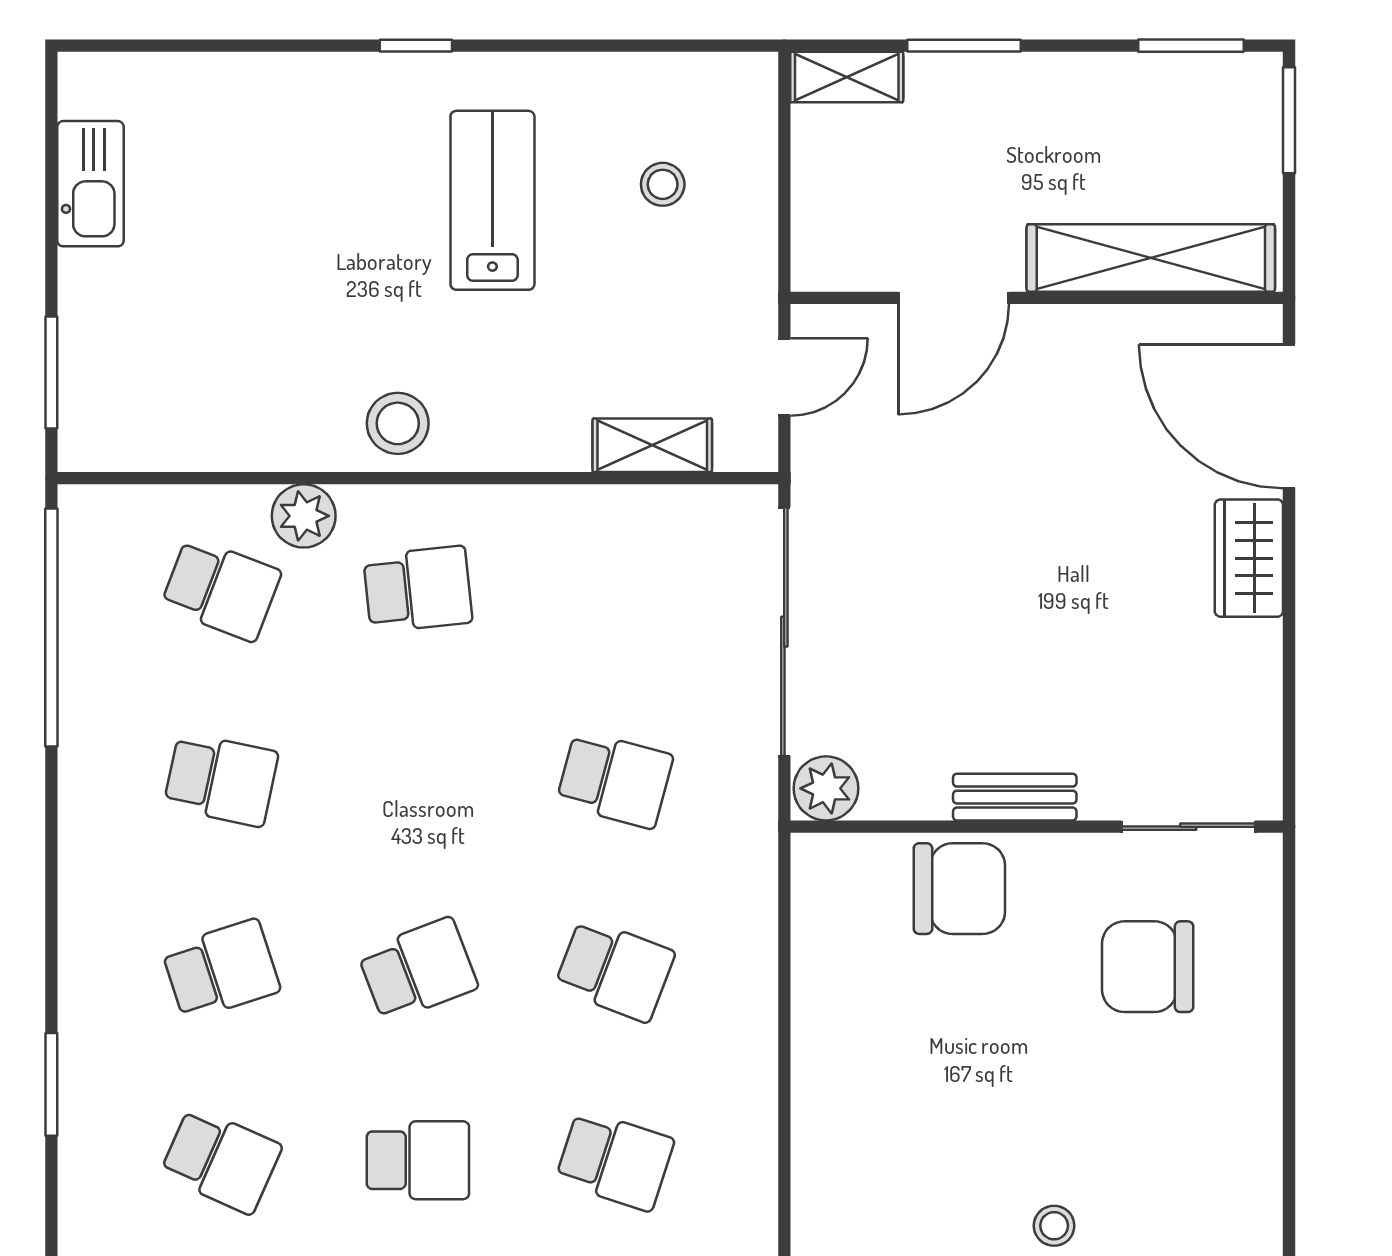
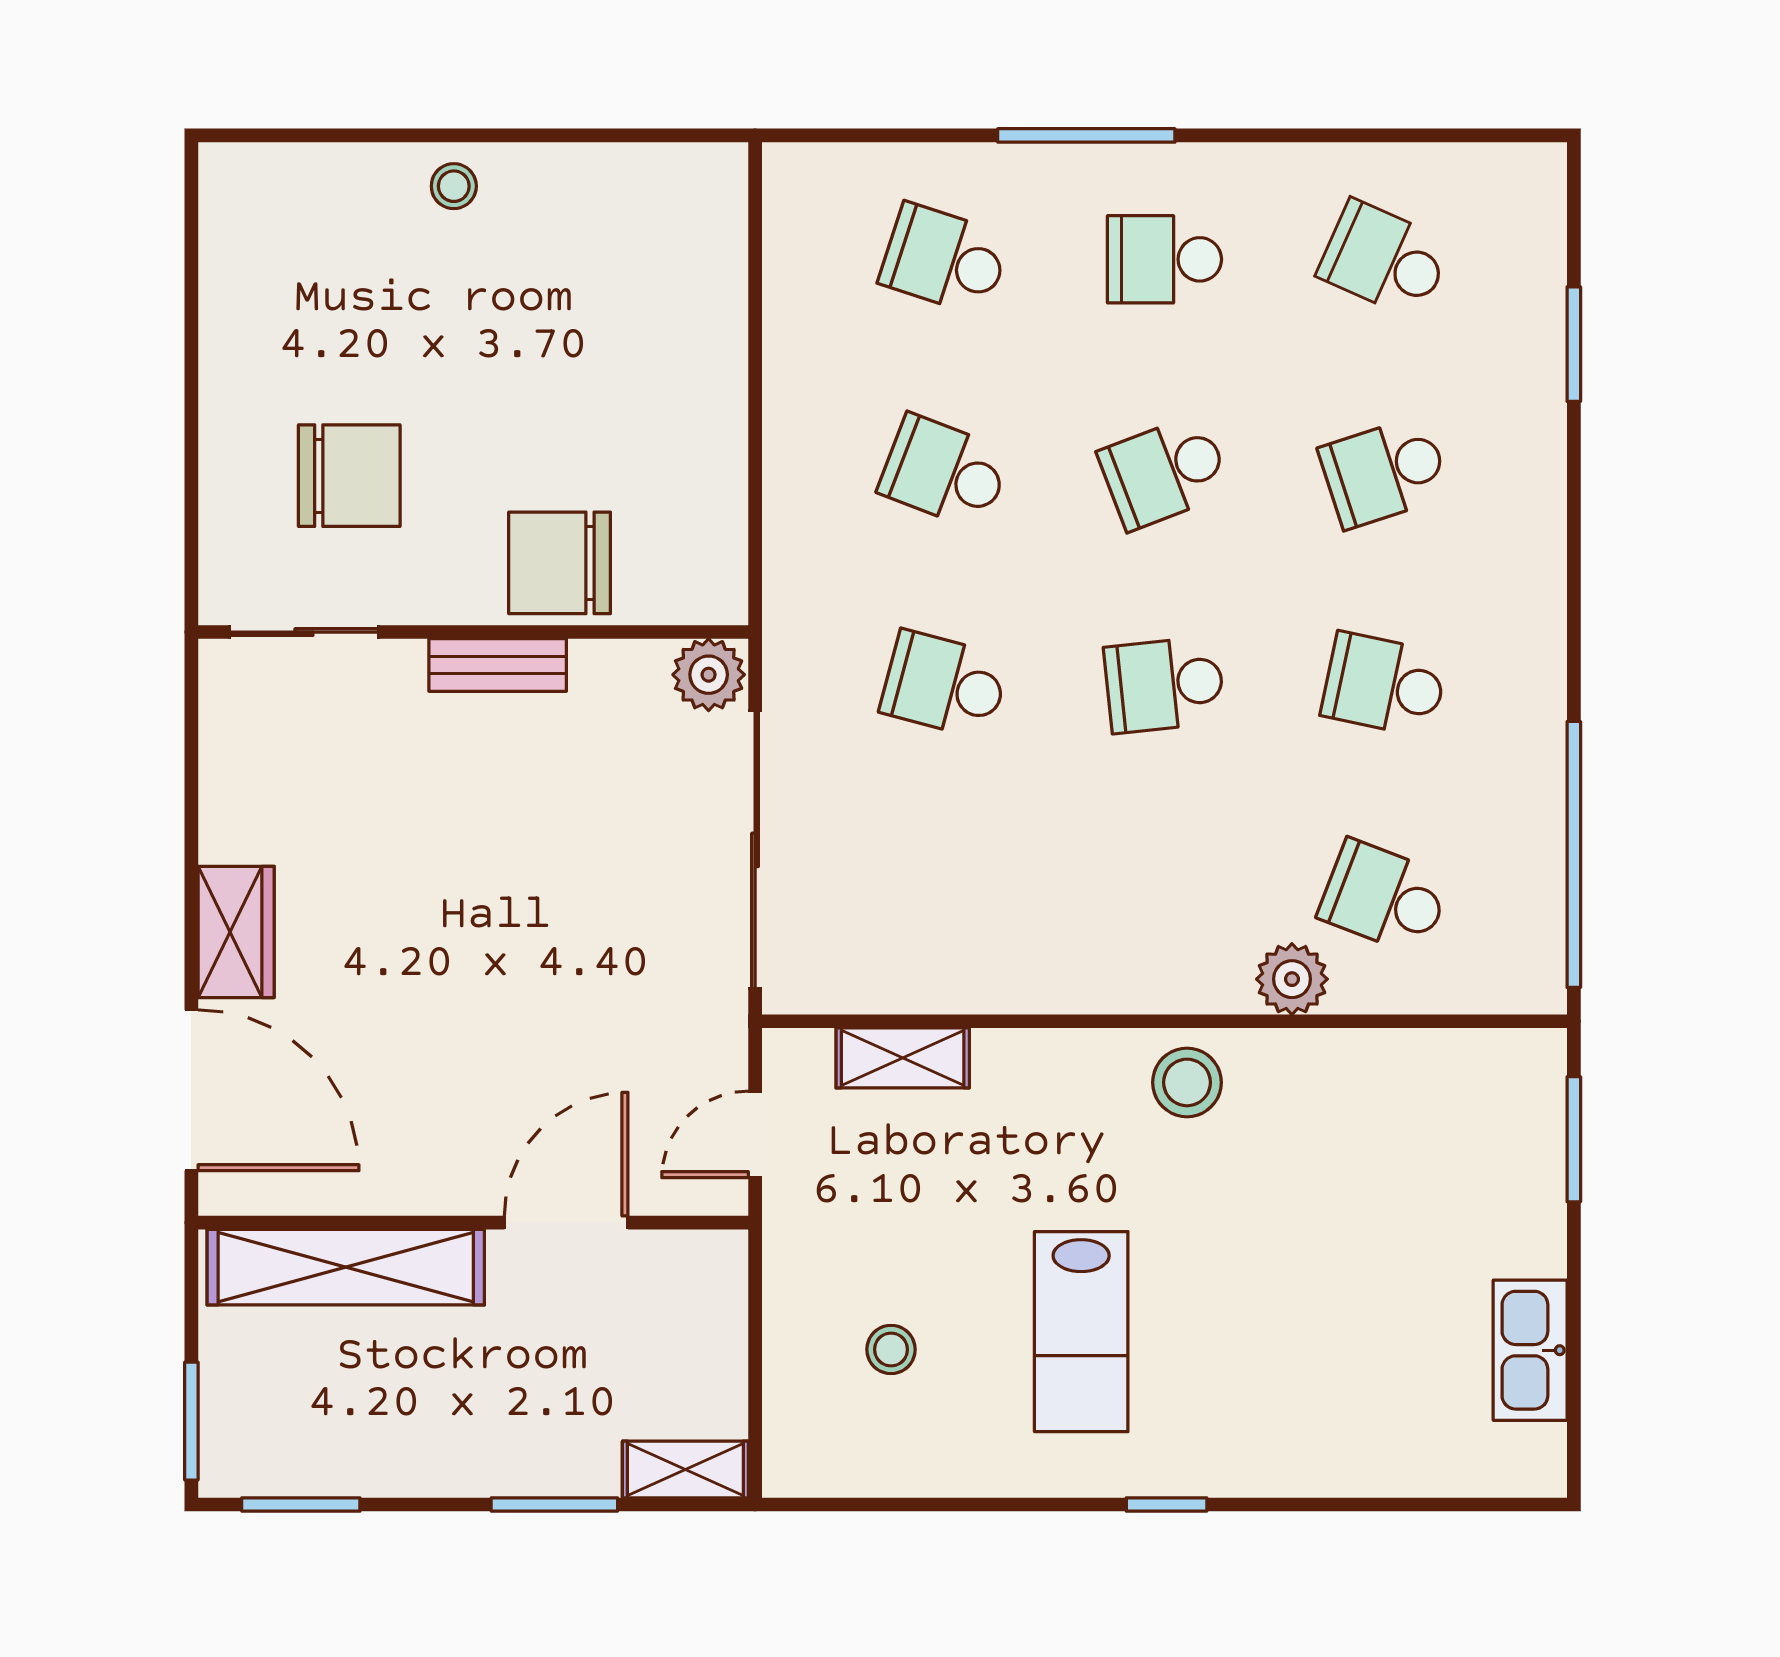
school desk: (418, 589) -> (1164, 685), moved

